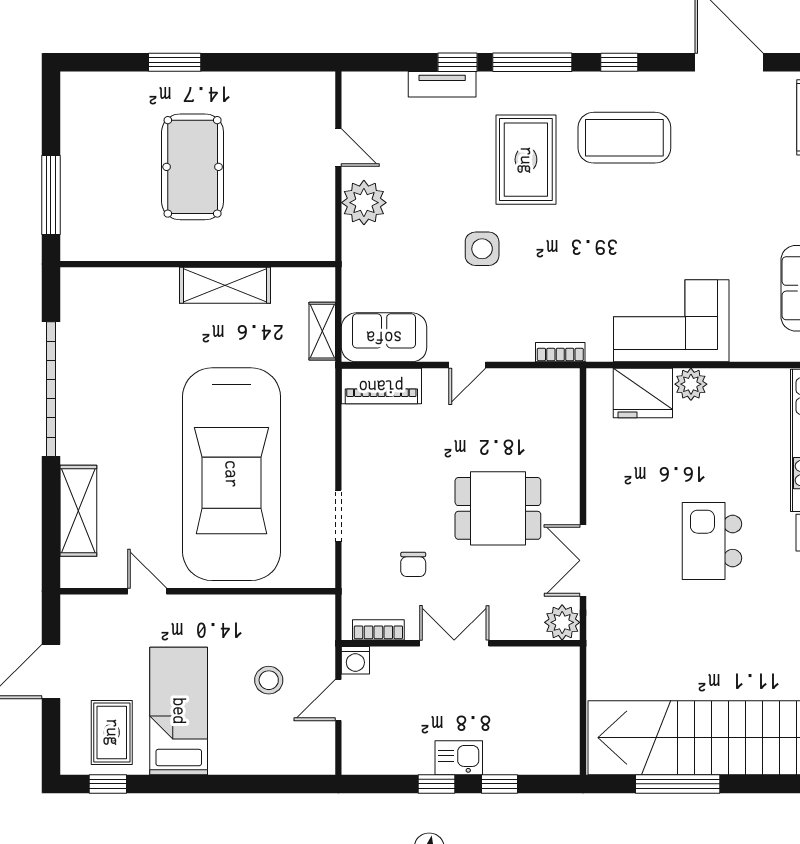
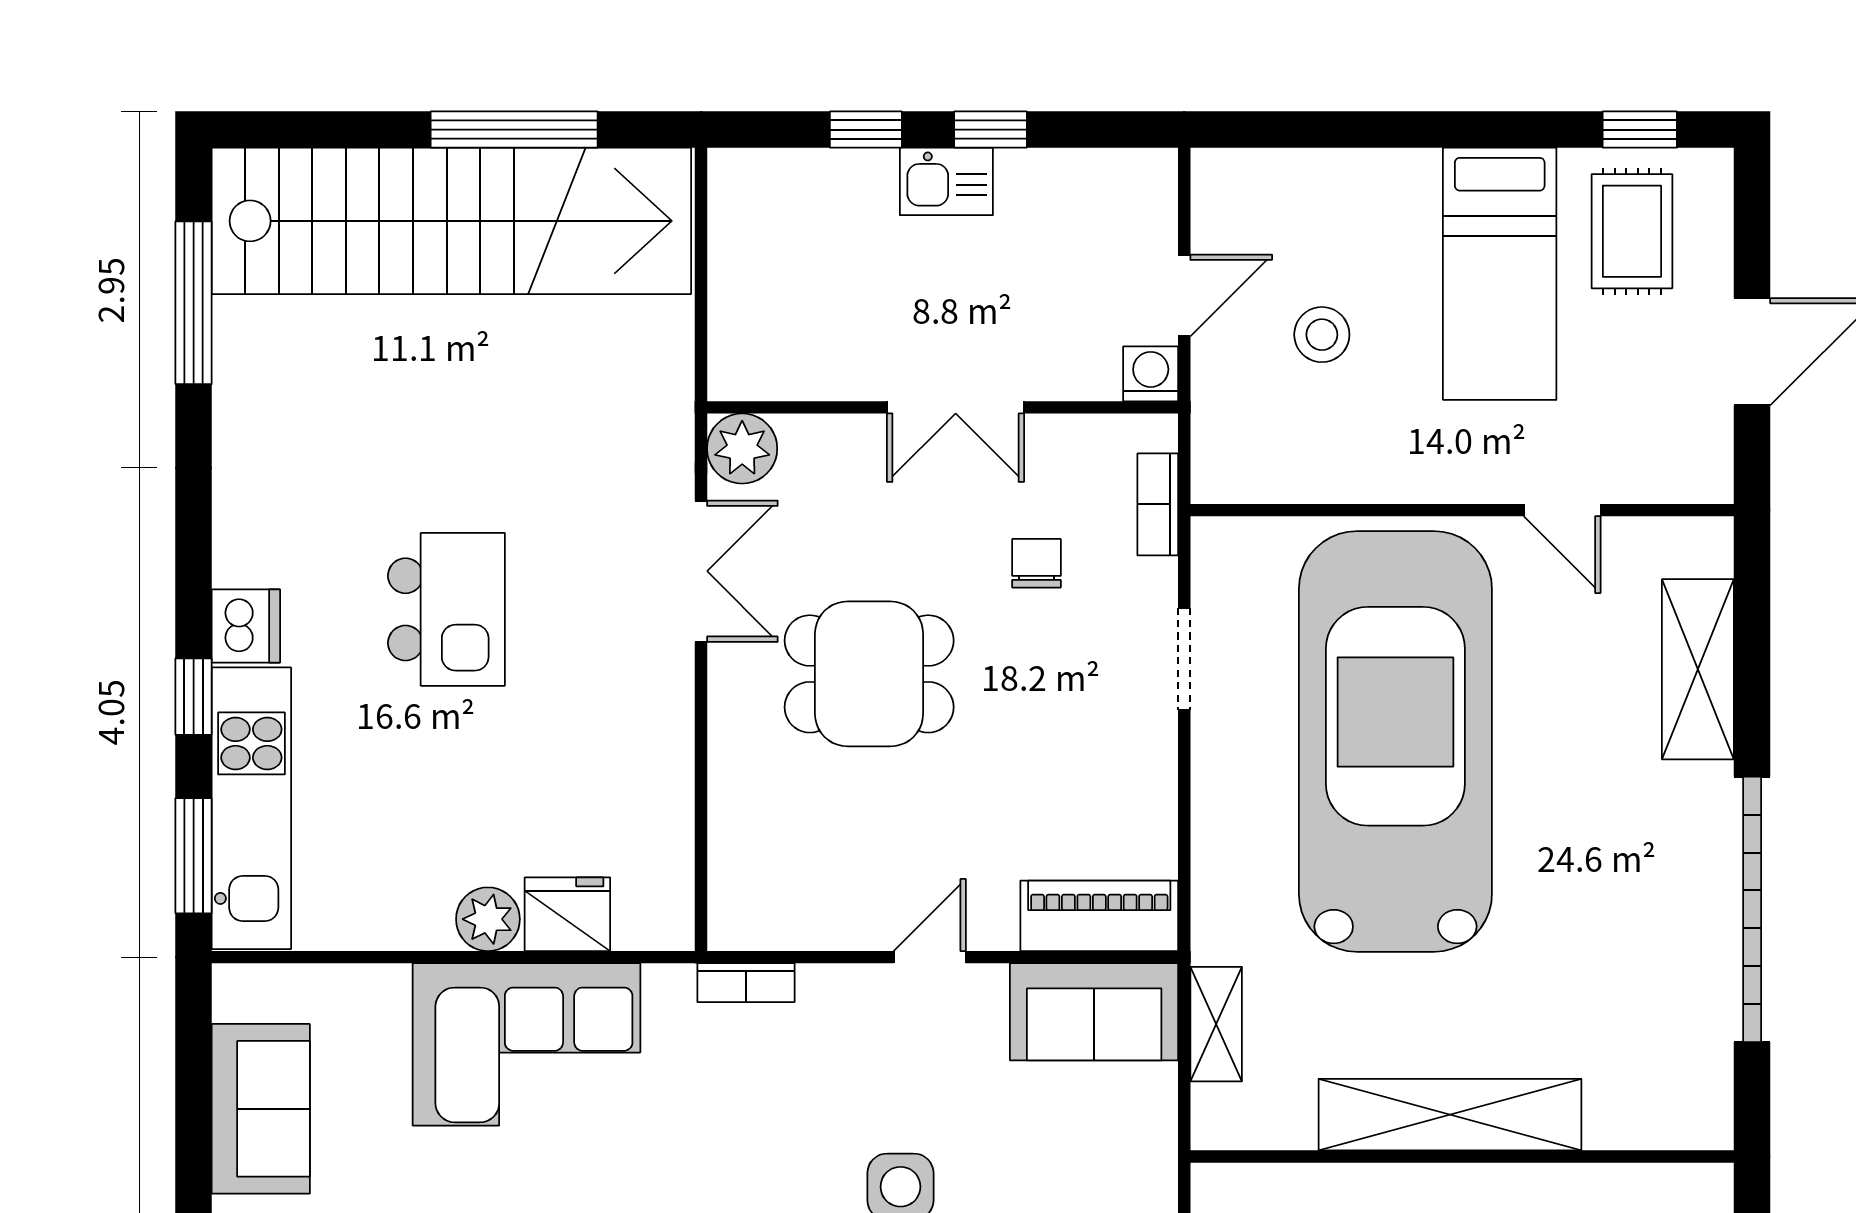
shelving: (225, 285) -> (1450, 1115), width x1.47
fridge: (643, 393) -> (567, 914), width x0.73, depth x0.75
bookcase: (378, 630) -> (1158, 504), moved, turned 90

